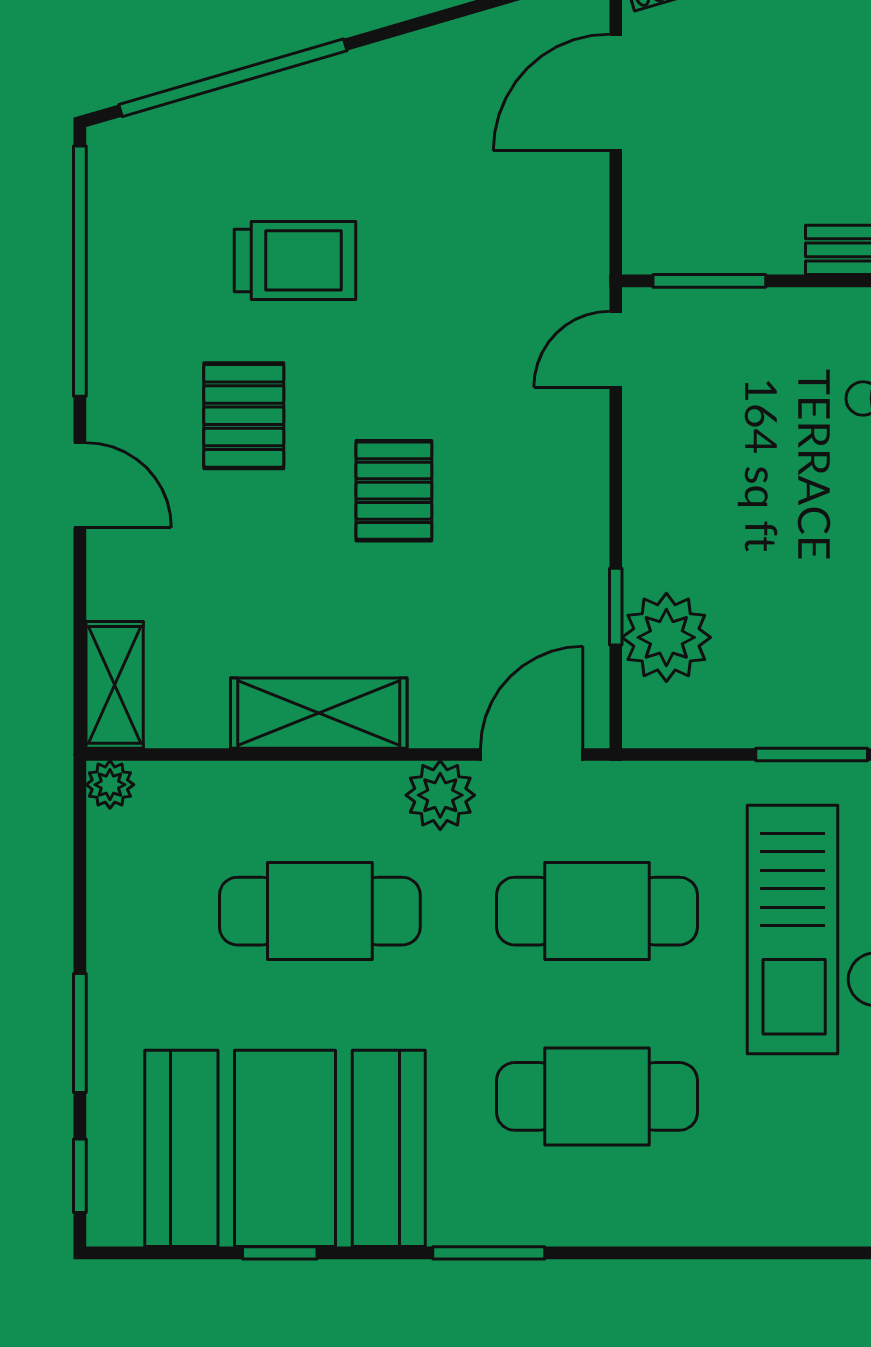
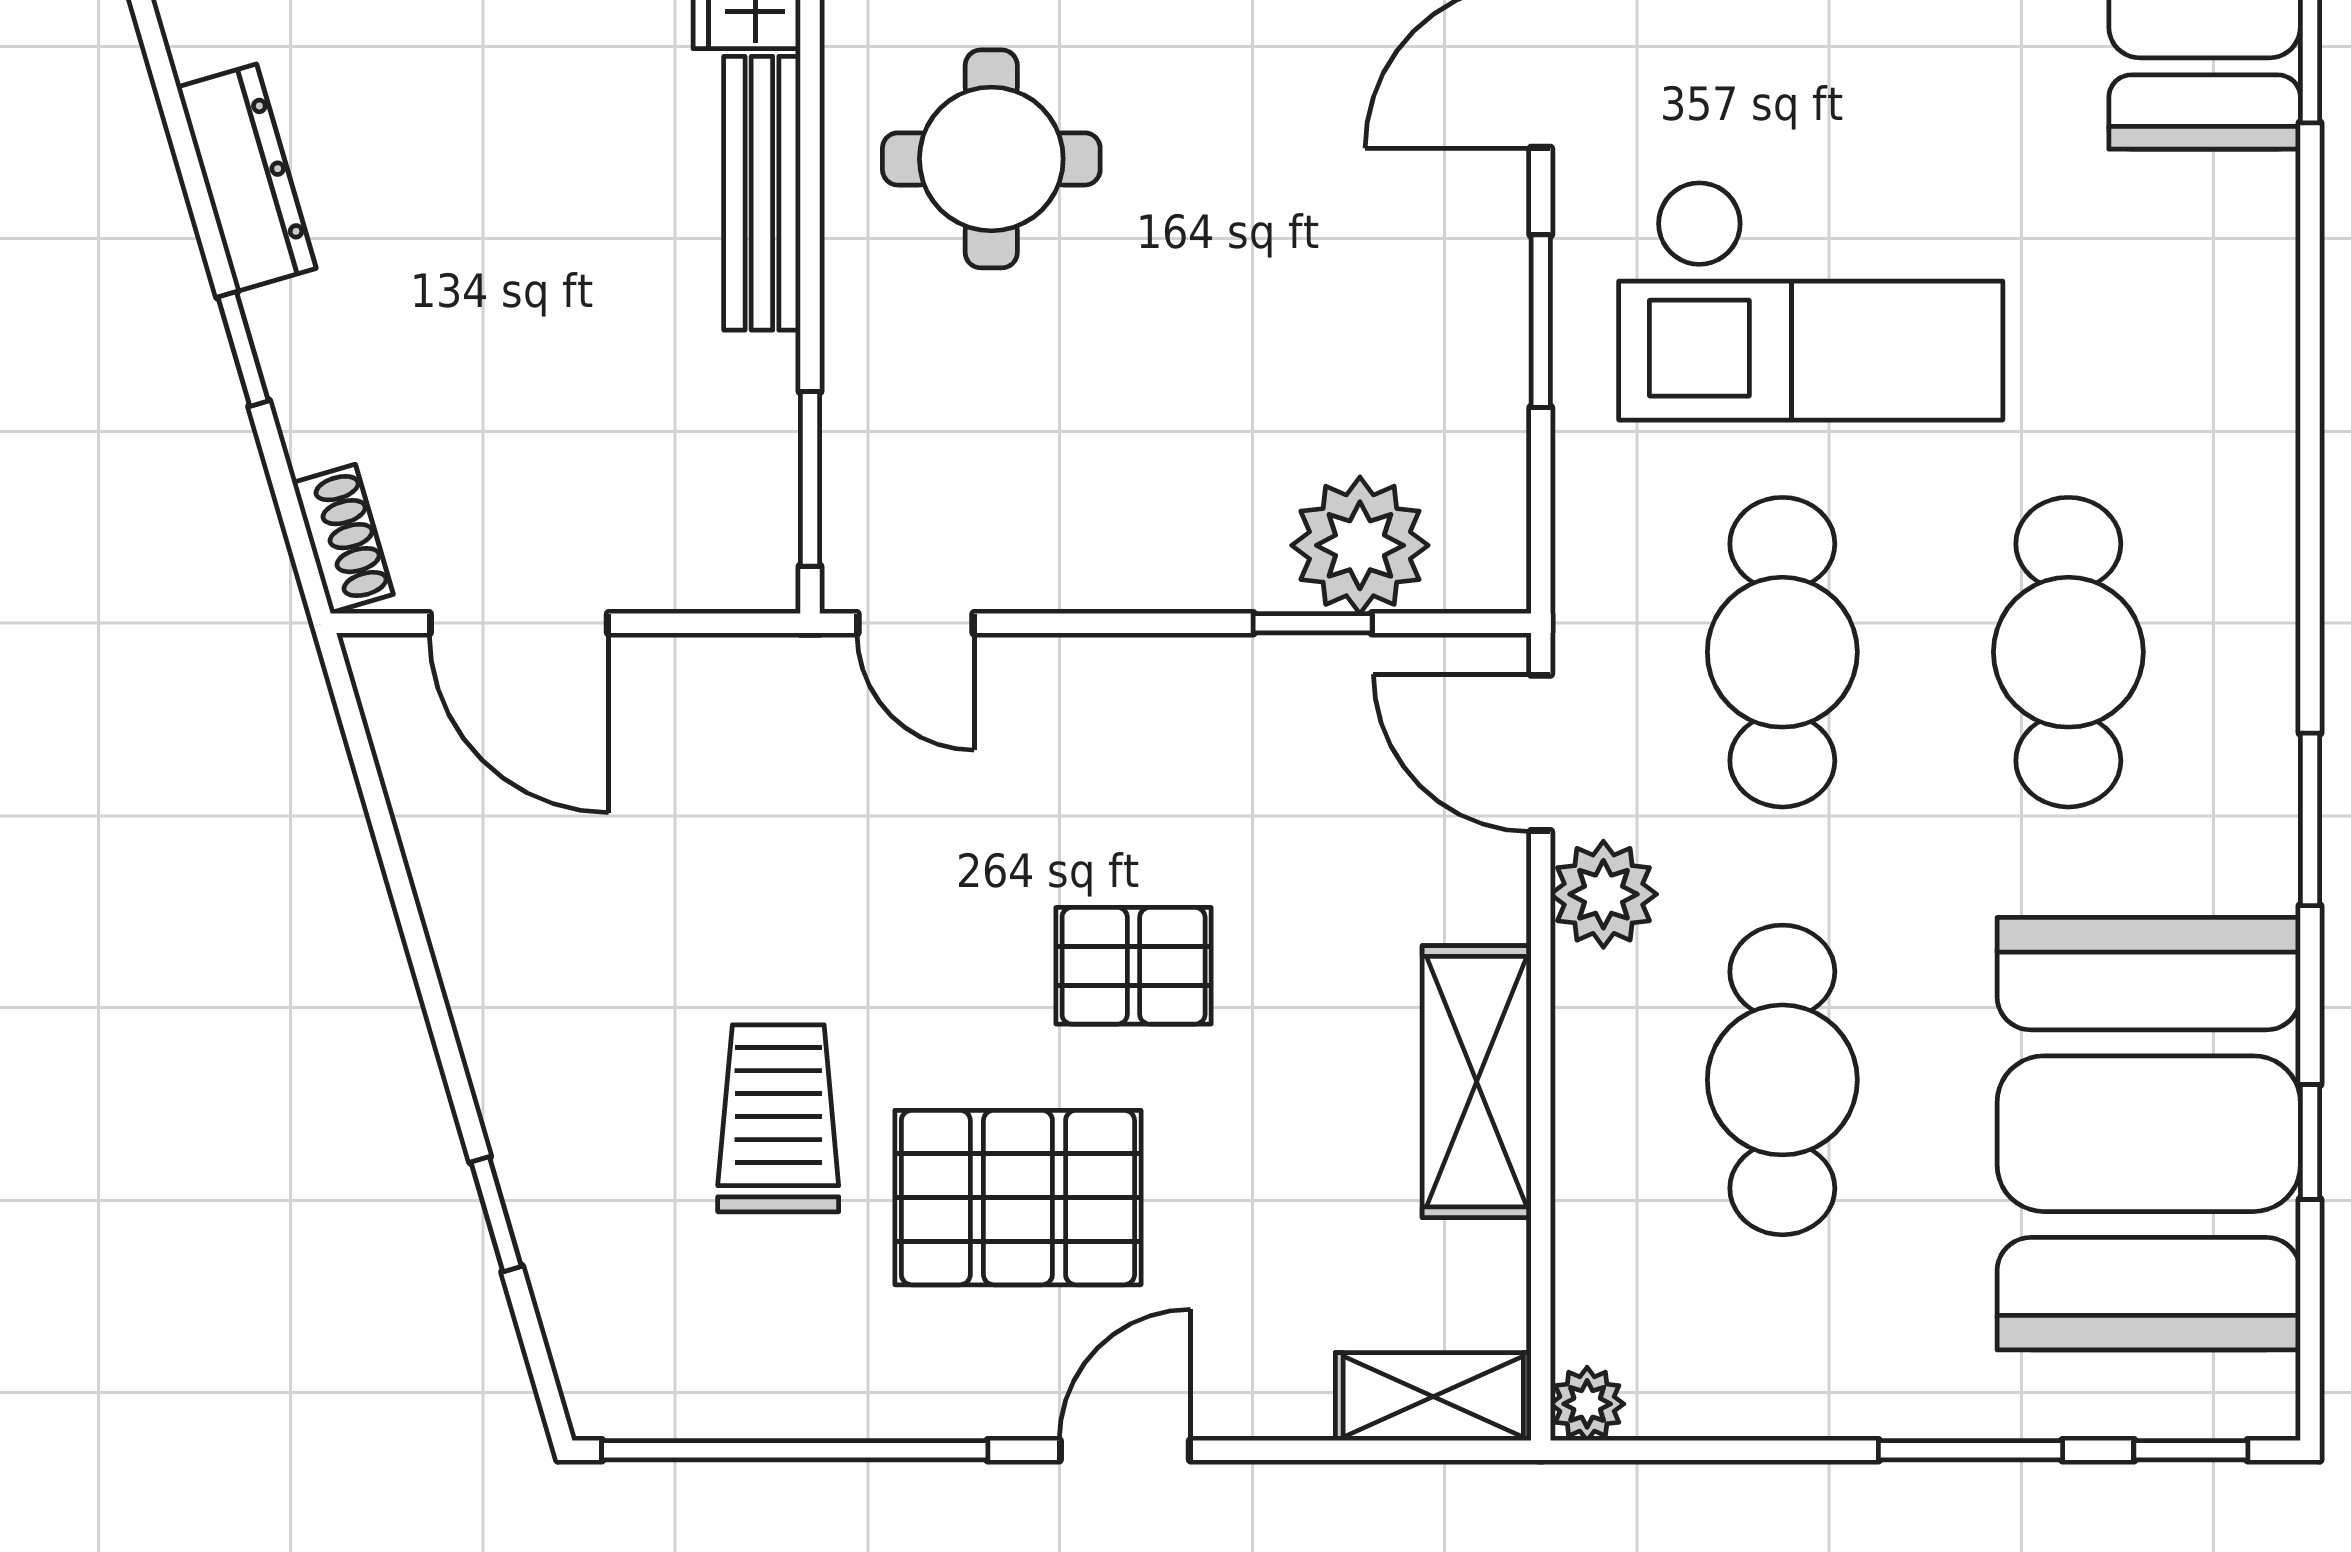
window: (233, 78) -> (496, 1214), width x0.32
pallet: (244, 416) -> (1018, 1198), width x1.50, depth x1.42

